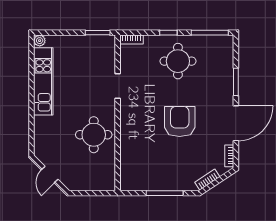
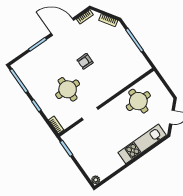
round table: (178, 61) -> (68, 89), moved
kitchen unit: (43, 81) -> (142, 144), moved
armchair: (180, 121) -> (85, 61), width x0.53, depth x0.53
round table: (94, 135) -> (138, 101), moved

